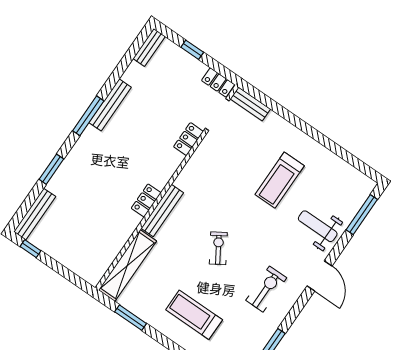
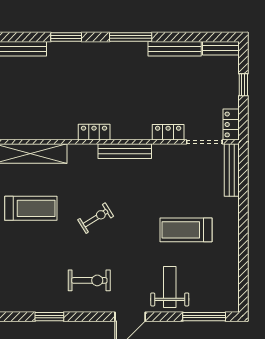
bench: (250, 104) -> (232, 170), width x1.36
bench: (110, 105) -> (175, 49), moved
bench: (162, 211) -> (125, 151), moved
treadmill: (194, 315) -> (31, 208), moved, turned 90

